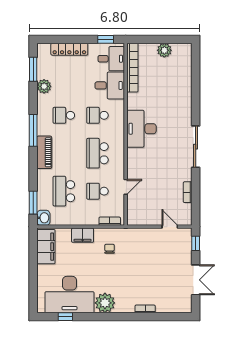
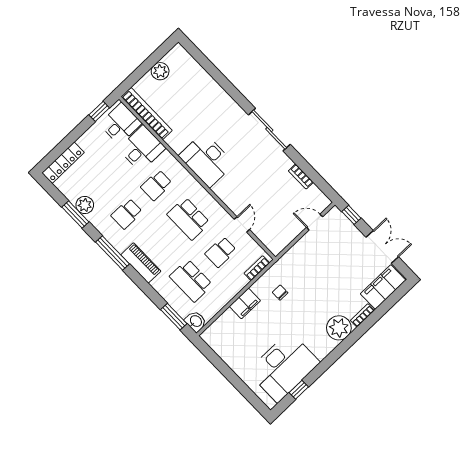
locker: (69, 49) -> (63, 163), moved
window: (33, 69) -> (75, 214), moved
filing cabinet: (46, 247) -> (383, 287), moved, turned -90
plant: (105, 303) -> (339, 328), moved

